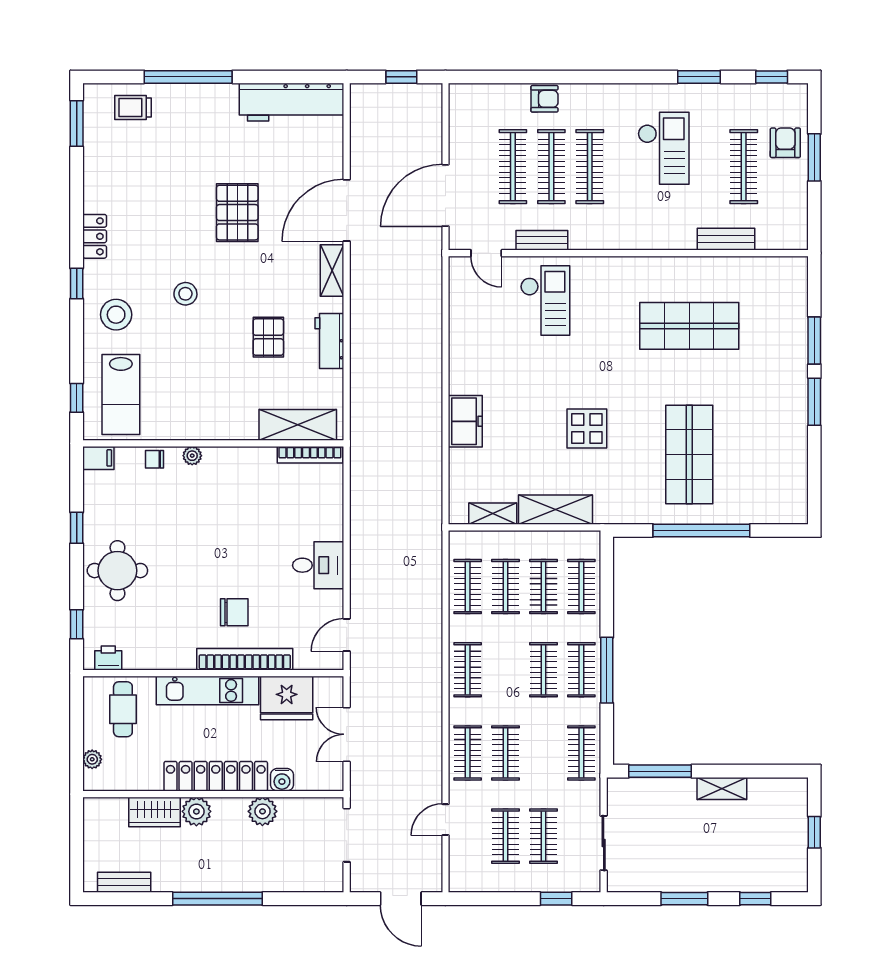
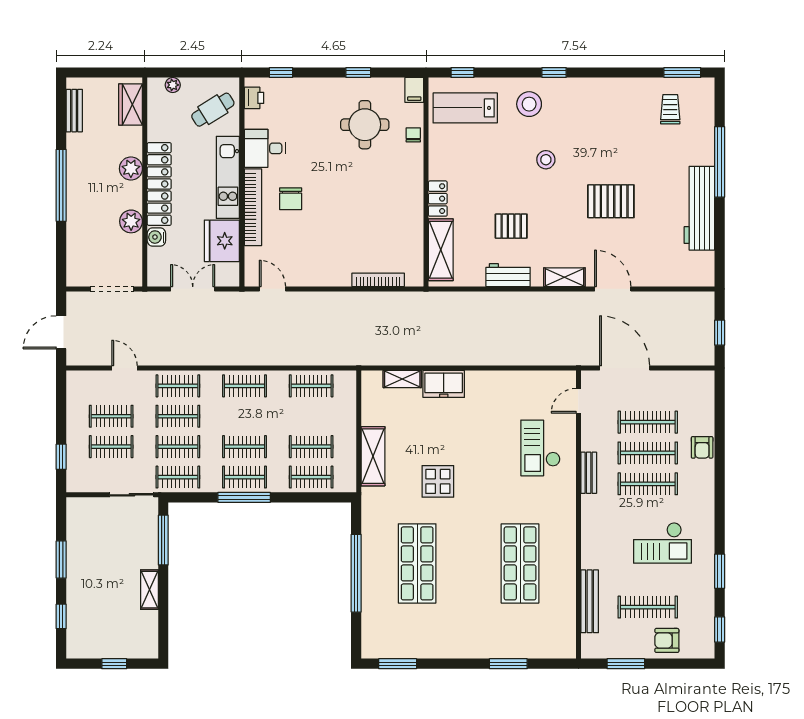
workbench: (292, 102) -> (699, 208), moved
trolley: (133, 107) -> (670, 109), moved
armchair: (785, 143) -> (667, 640), turned 180
window: (814, 157) -> (626, 664), moved
door: (347, 210) -> (613, 289), width x0.73
locker: (95, 236) -> (438, 199), moved, turned -90
bench: (726, 239) -> (590, 601), width x1.36
bench: (542, 240) -> (589, 473), moved
checkout: (545, 301) -> (540, 448), turned 90
window: (814, 402) -> (398, 664), moved
shop shelf: (689, 454) -> (417, 563), turned 90
bookcase: (310, 455) -> (378, 280), moved, turned 90
plant: (192, 456) -> (416, 165), removed
shelving: (493, 514) -> (402, 379), moved, turned 90
desk: (318, 565) -> (265, 148), moved, turned 90
round table: (117, 571) -> (365, 125), moved
clothes rail: (506, 587) -> (178, 447), moved
cafe table: (123, 709) -> (213, 110), turned -32
wardrobe: (154, 812) -> (131, 104), moved
sliding door: (604, 843) -> (132, 495), moved

